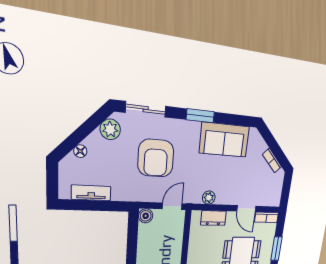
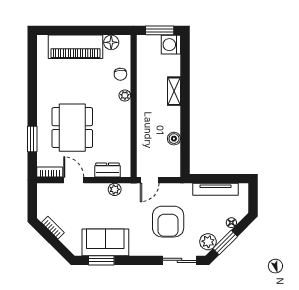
window: (200, 116) -> (101, 260), moved
window: (89, 126) -> (225, 242), added
armchair: (156, 158) -> (168, 222), turned 180
tv unit: (91, 193) -> (215, 189), width x1.41
boiler: (146, 216) -> (174, 139), moved

